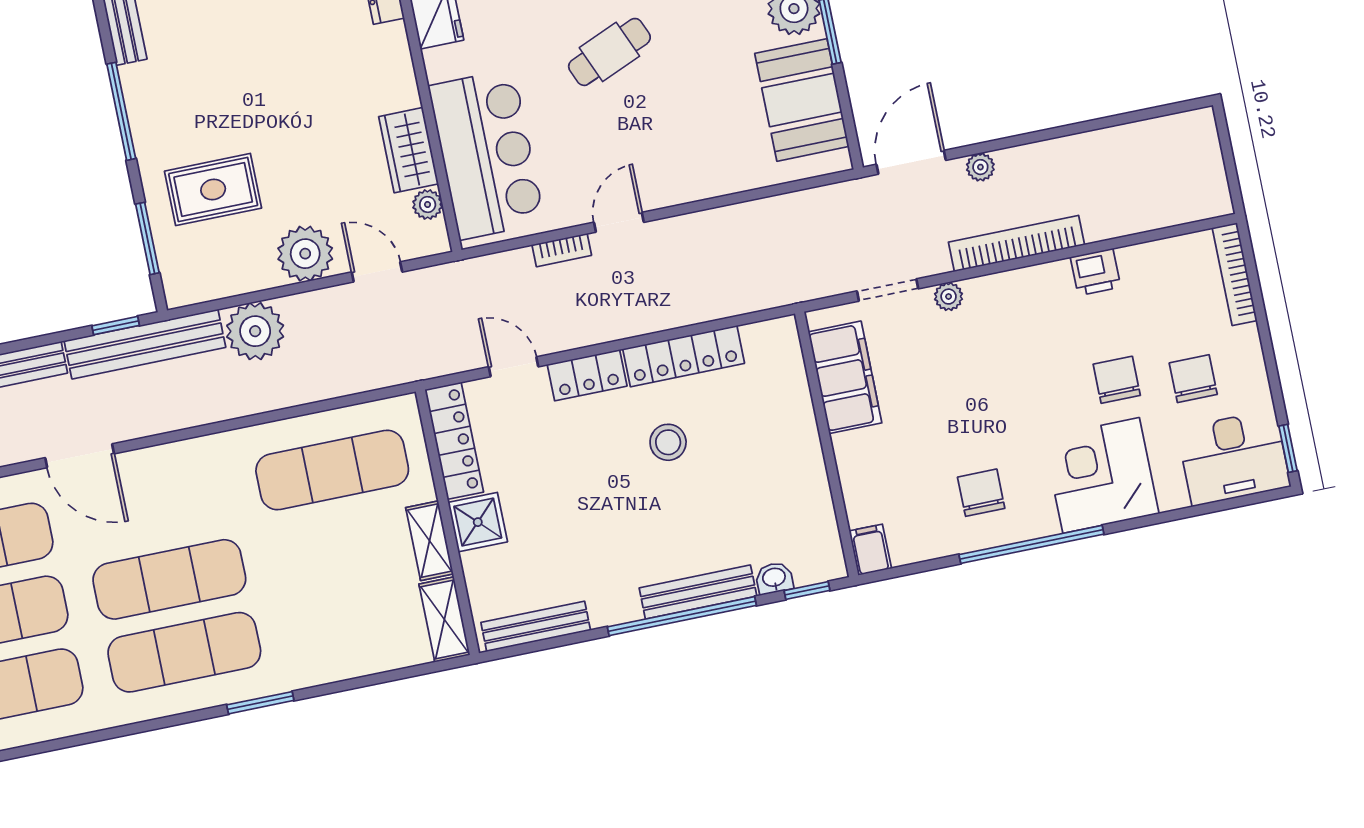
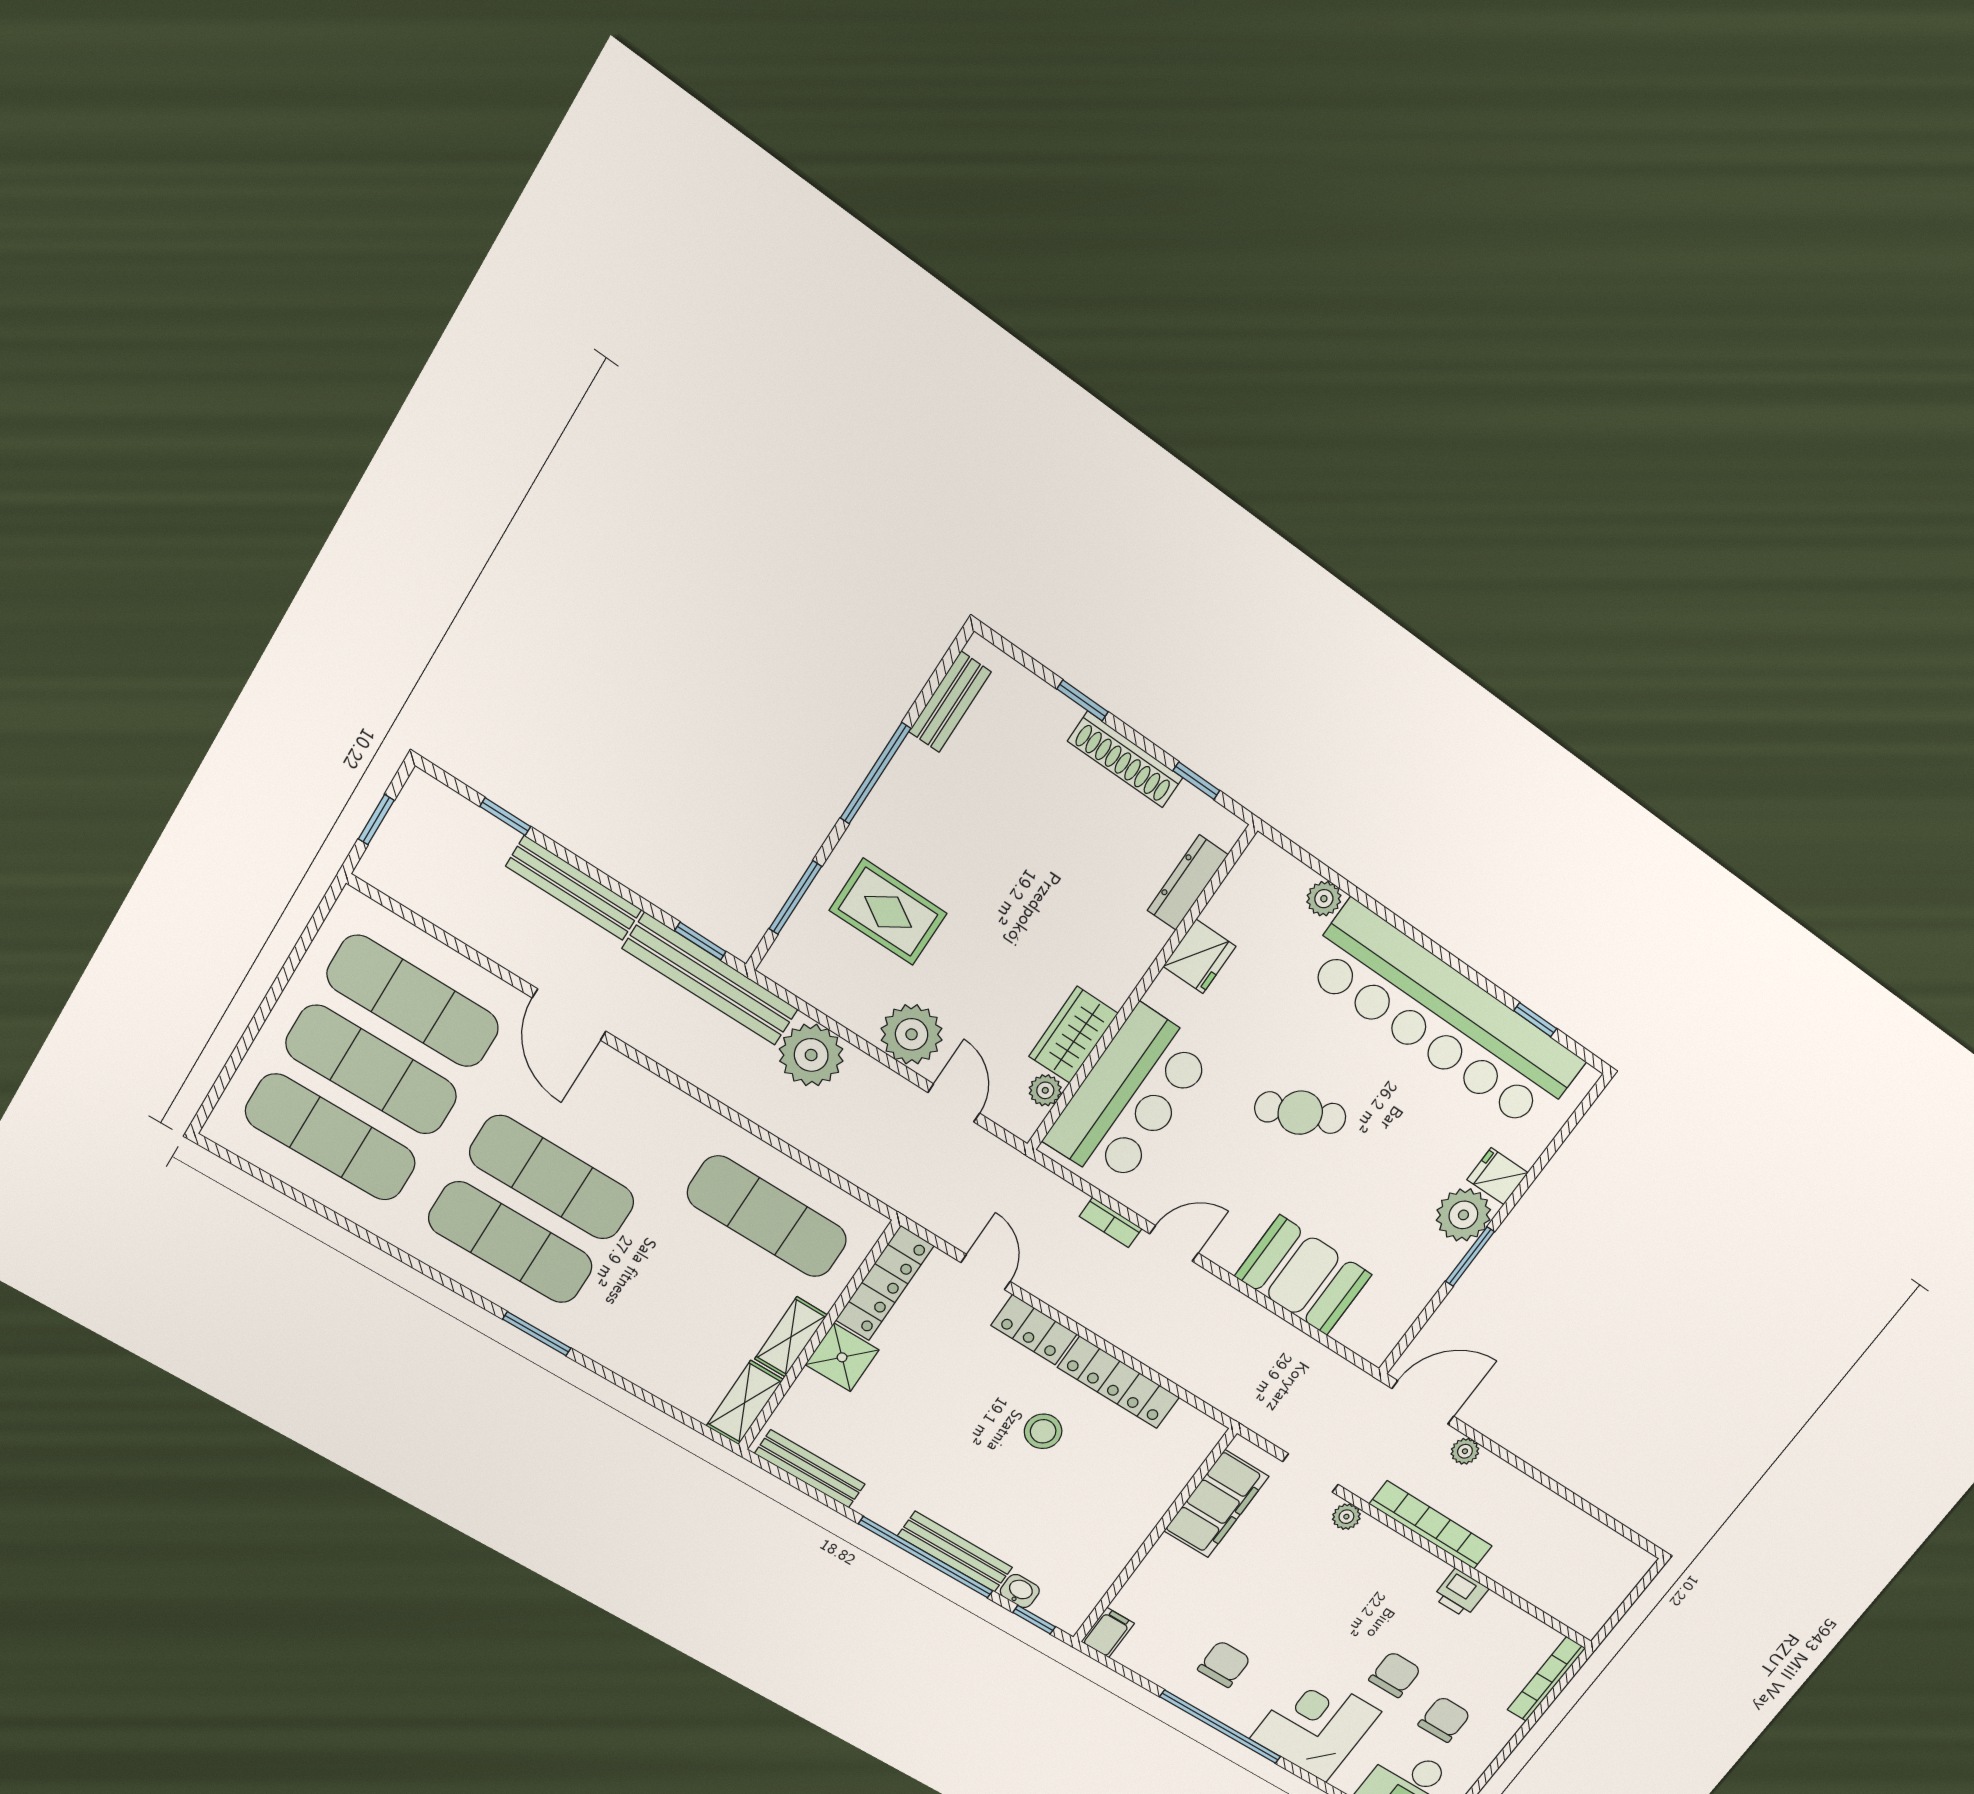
booth: (802, 100) -> (1303, 1275), moved, turned 90

